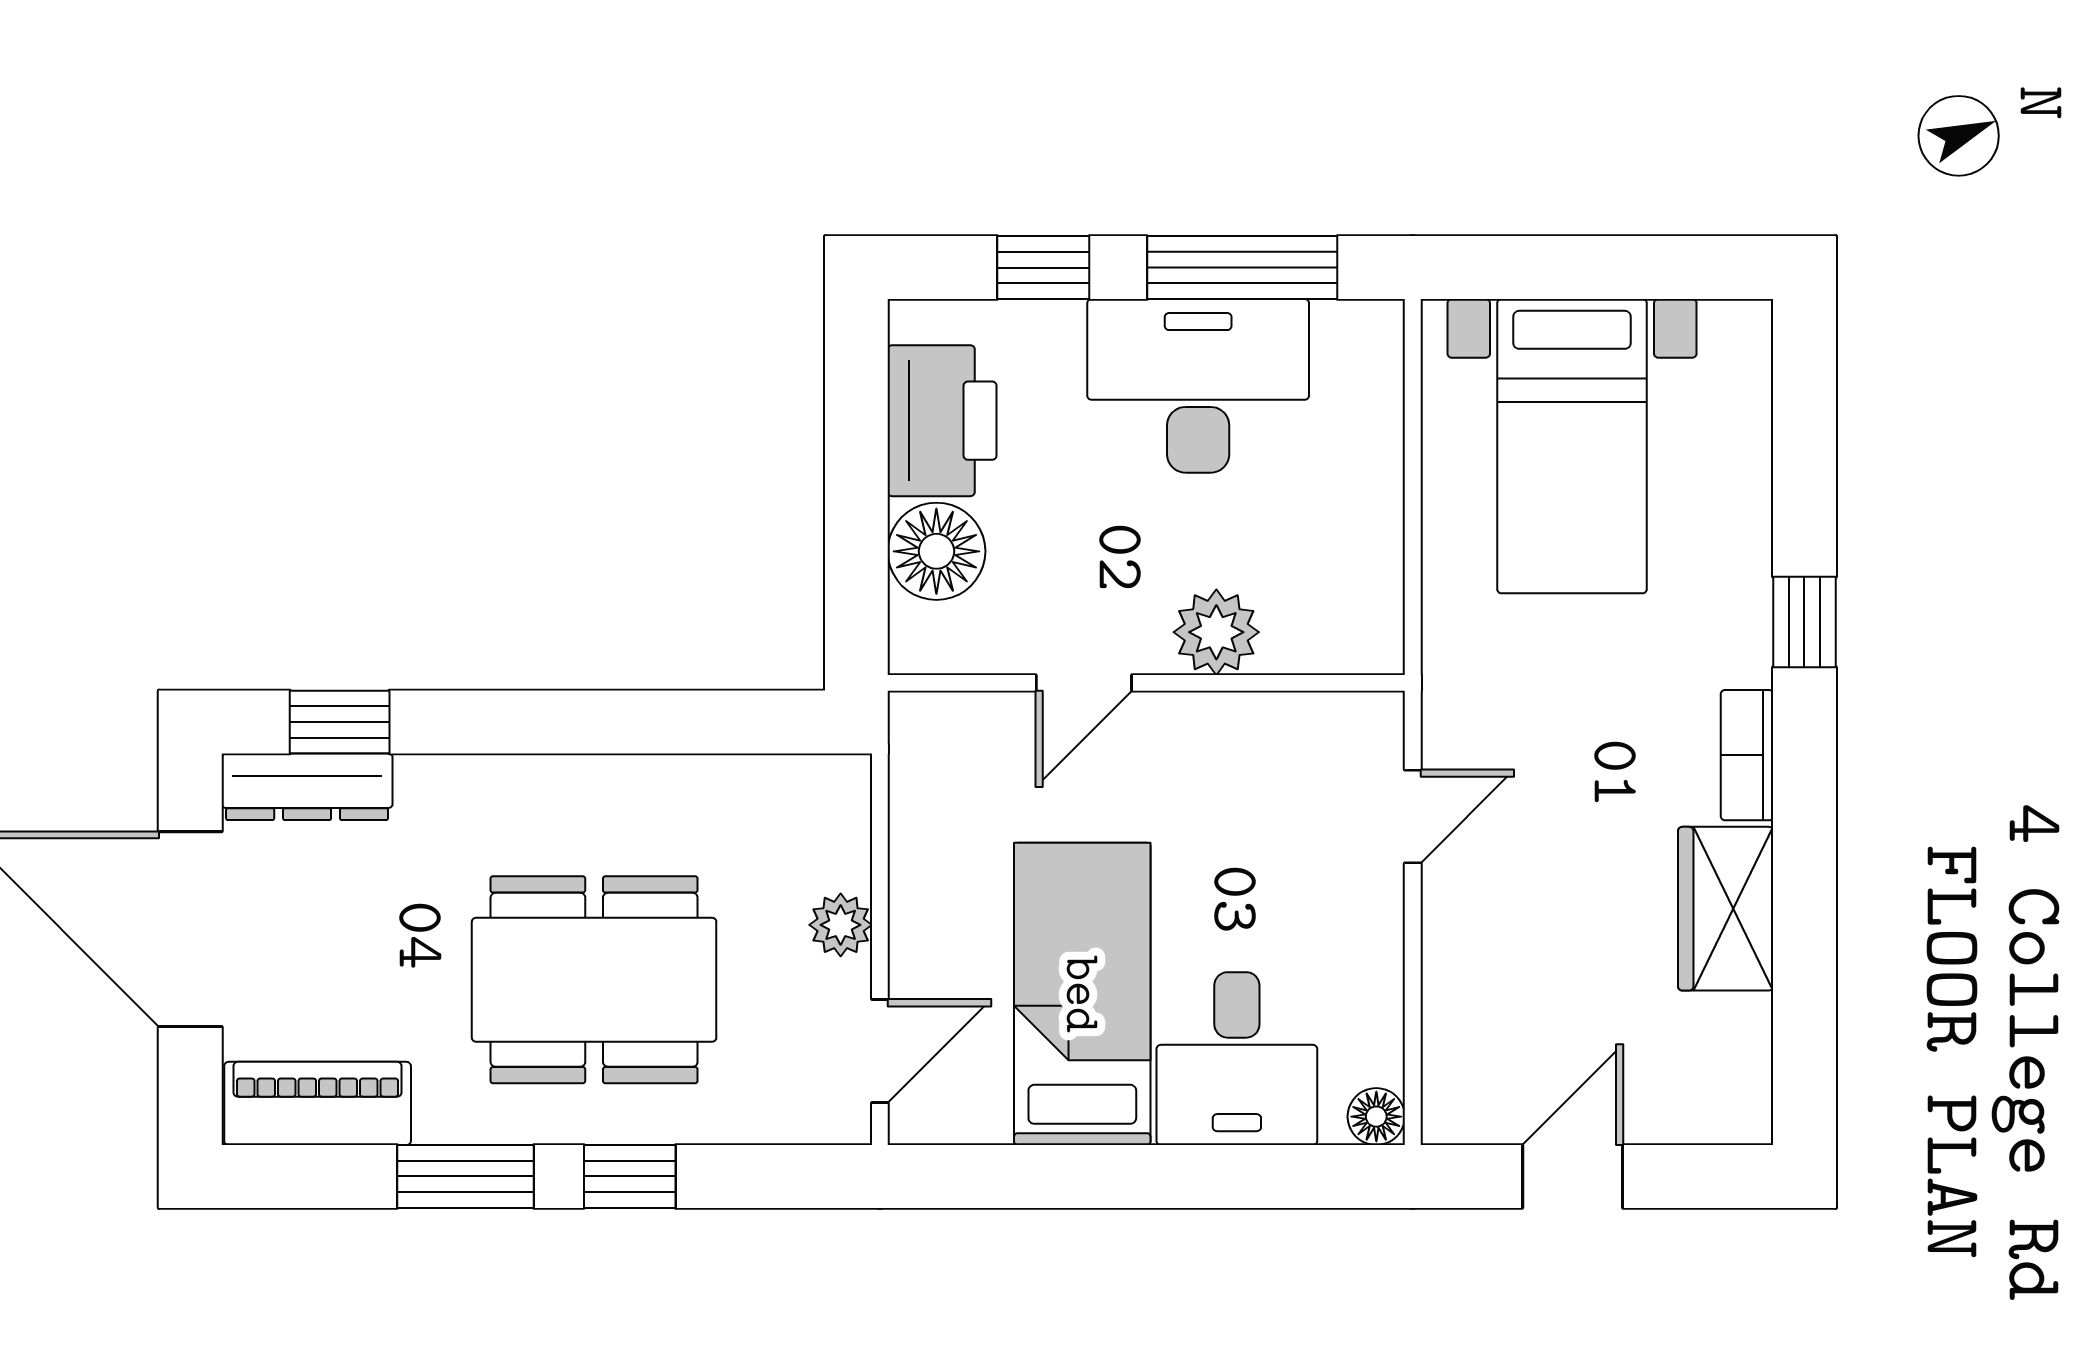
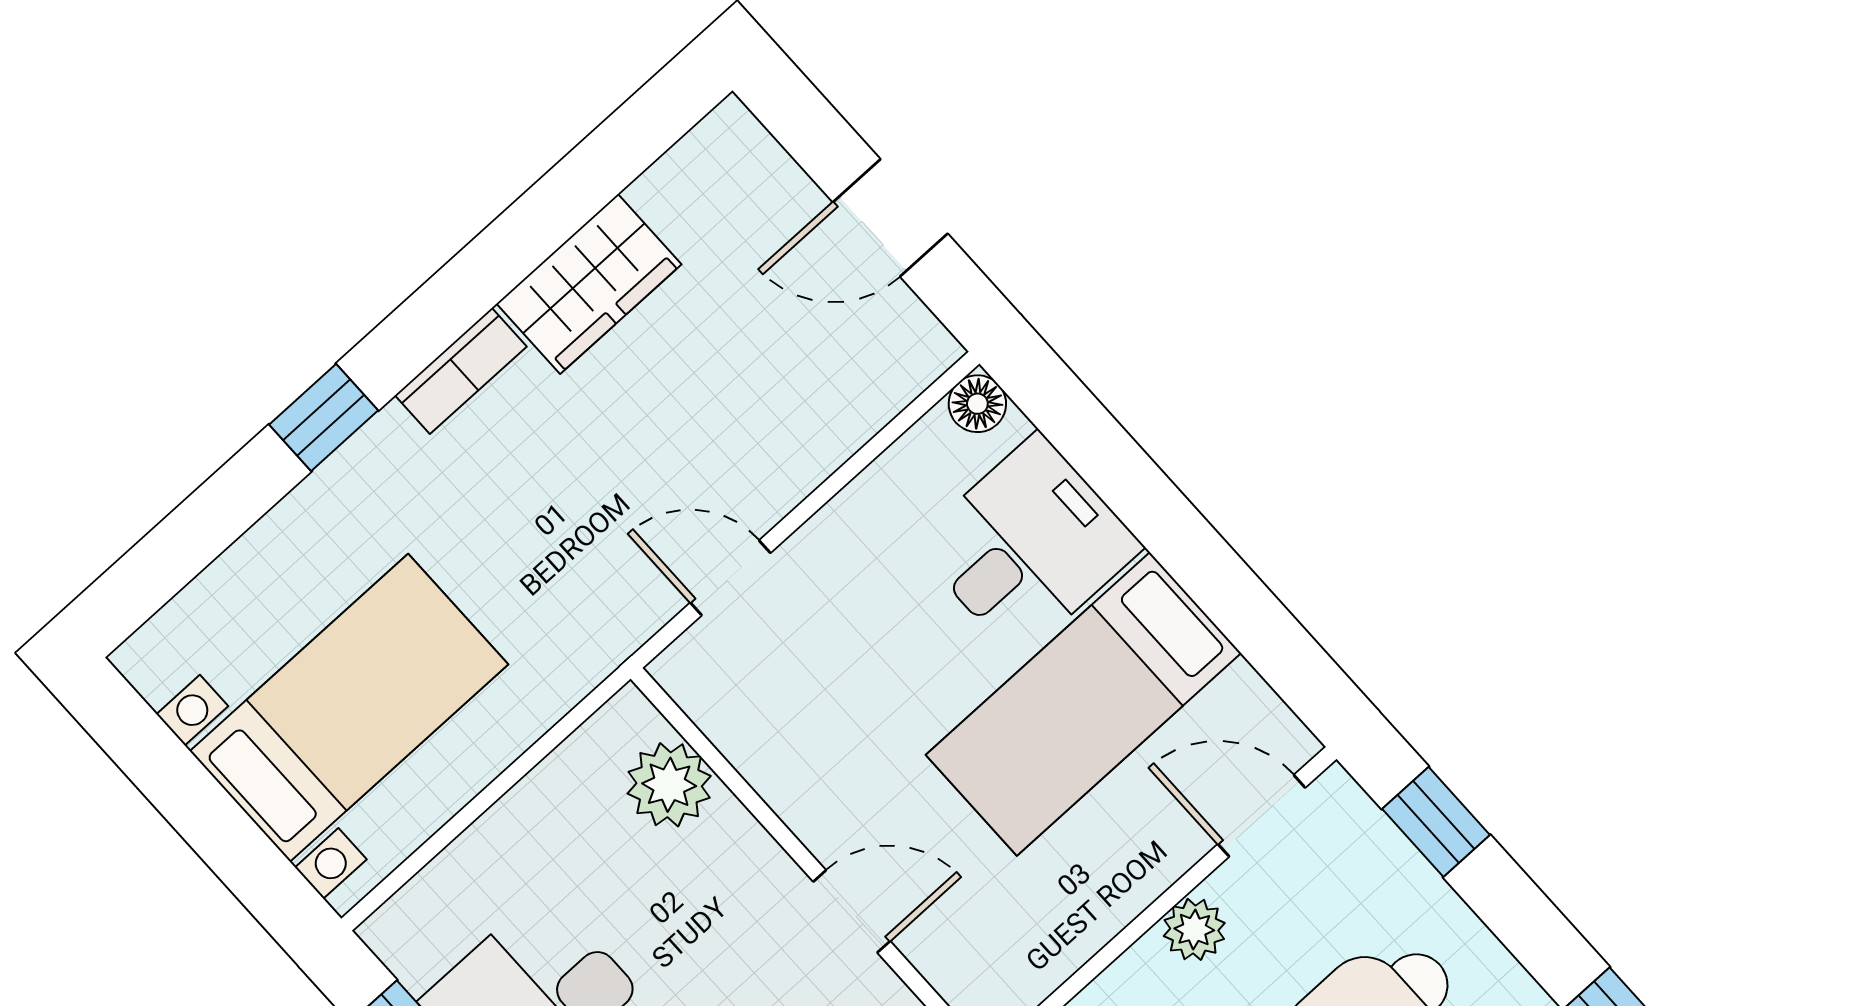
plant: (1216, 632) -> (669, 785), moved
window: (630, 1176) -> (1436, 822), moved

